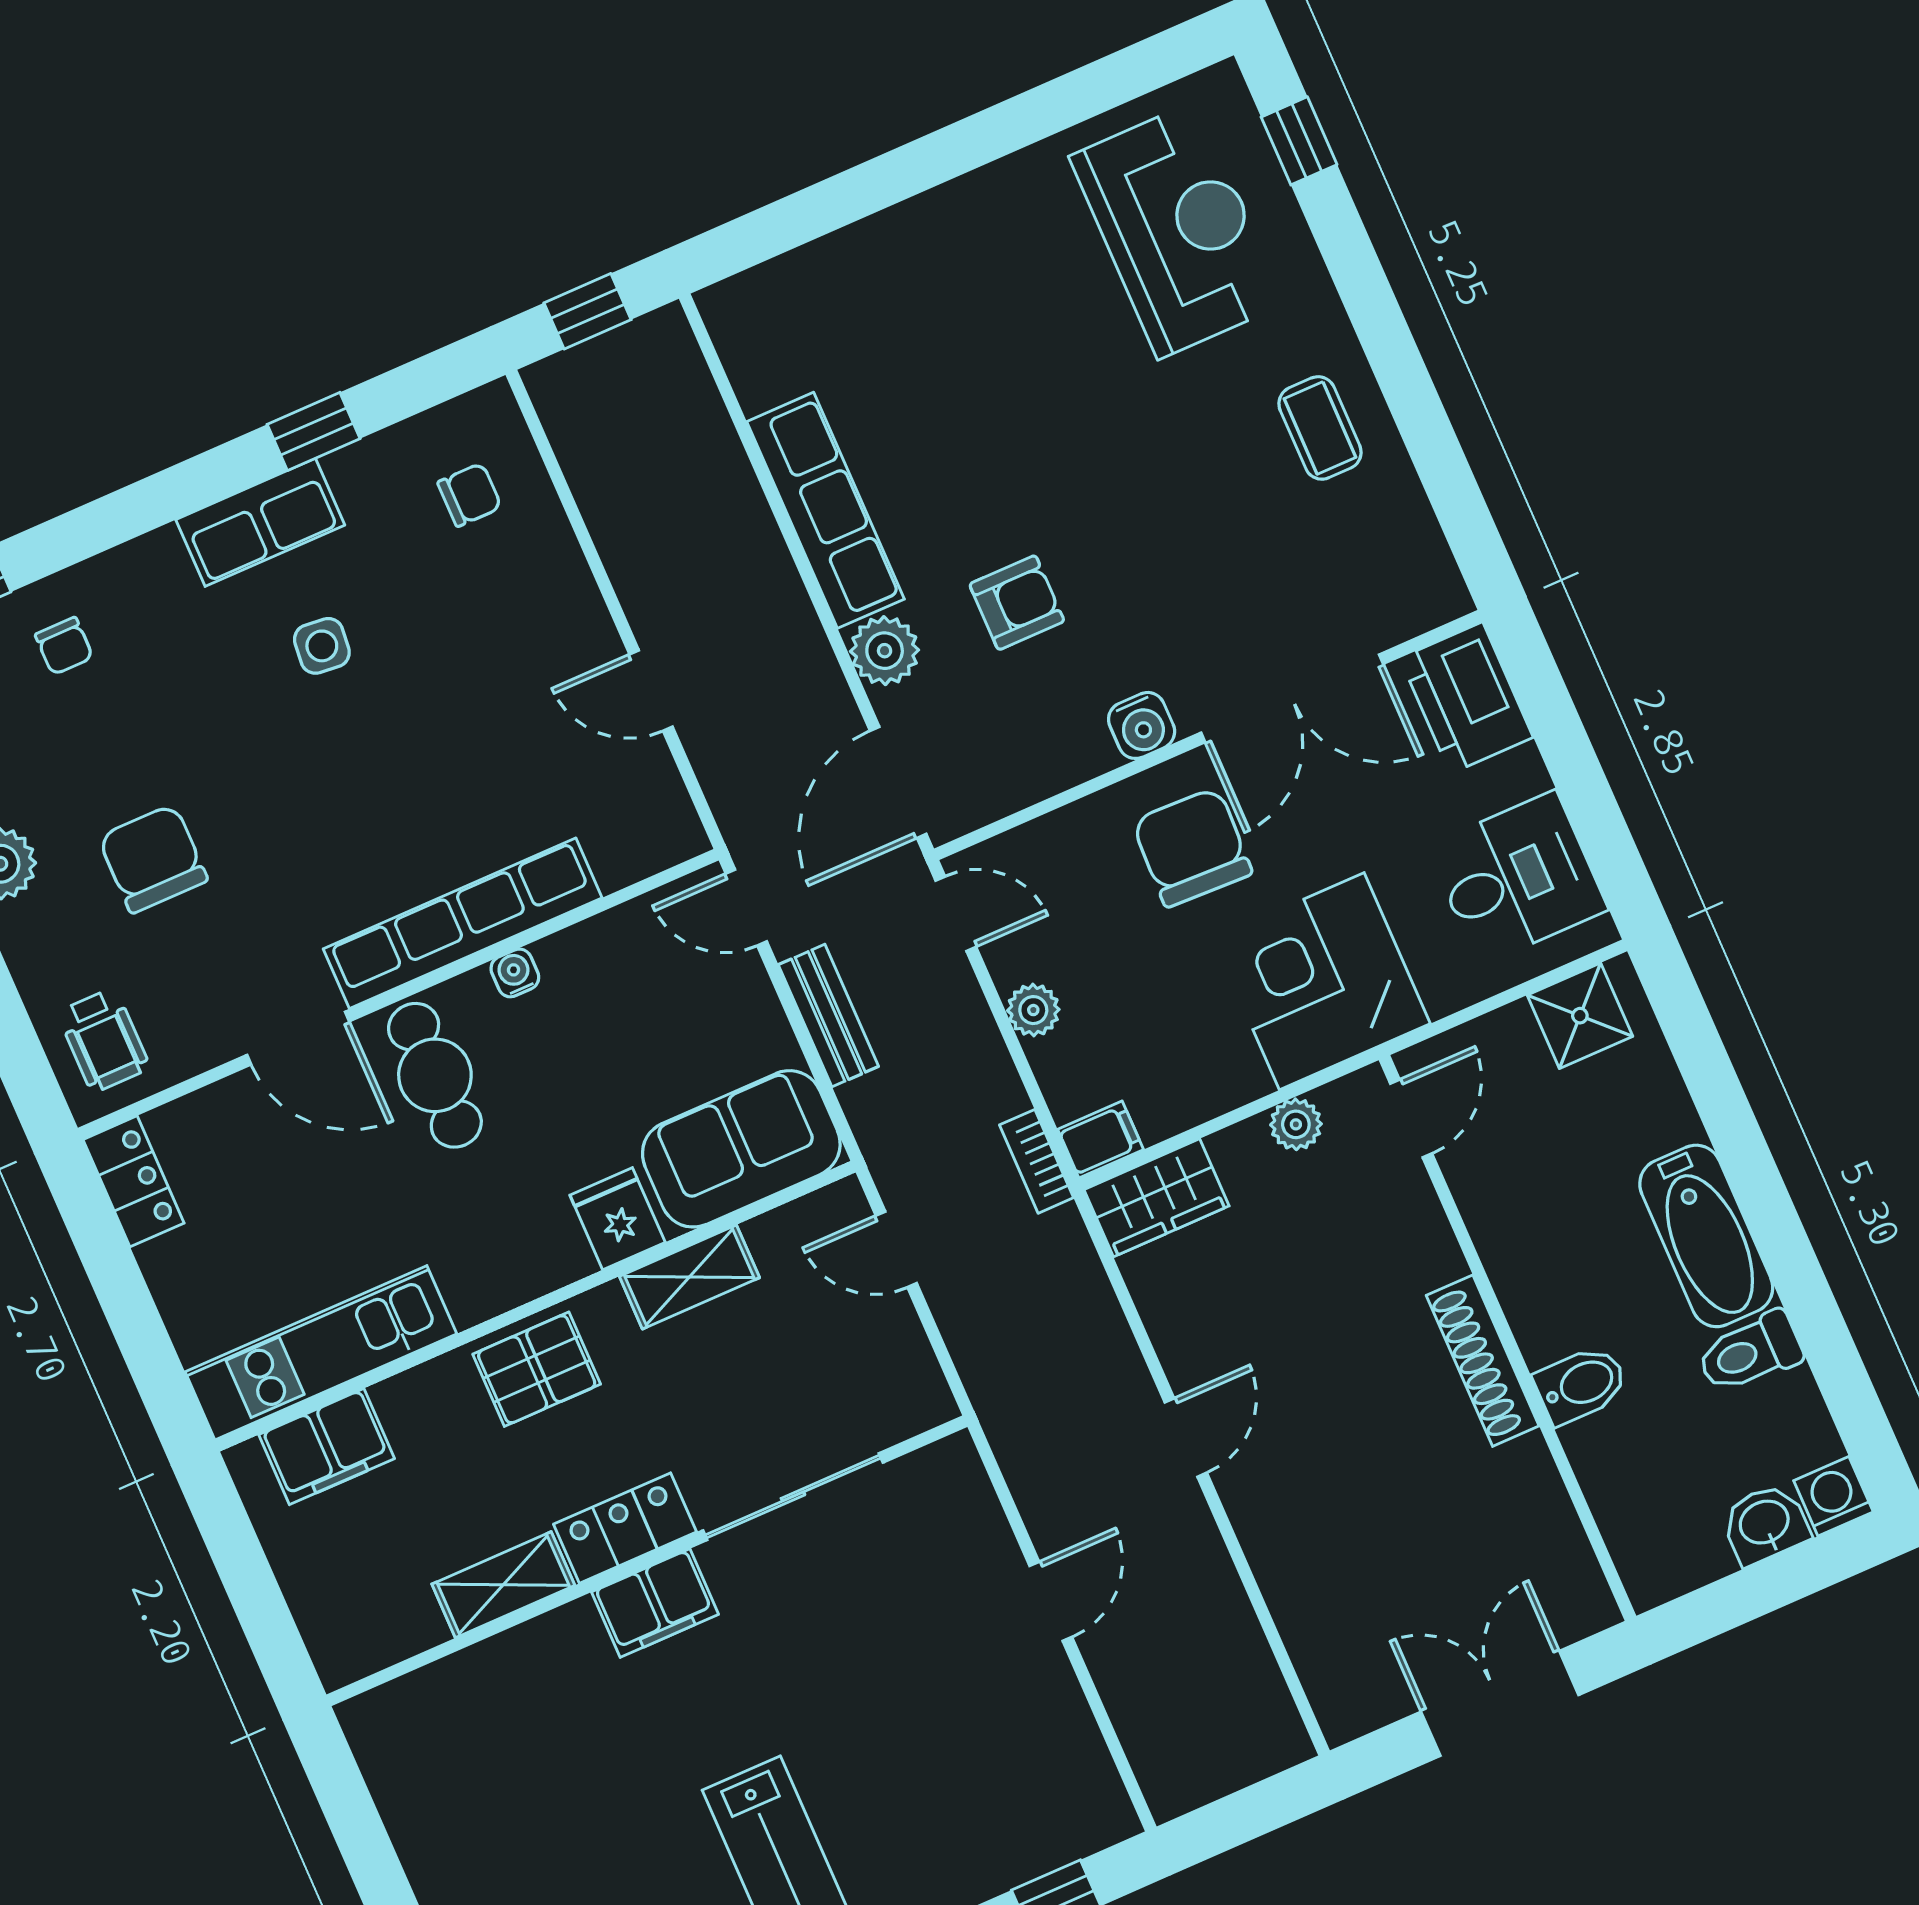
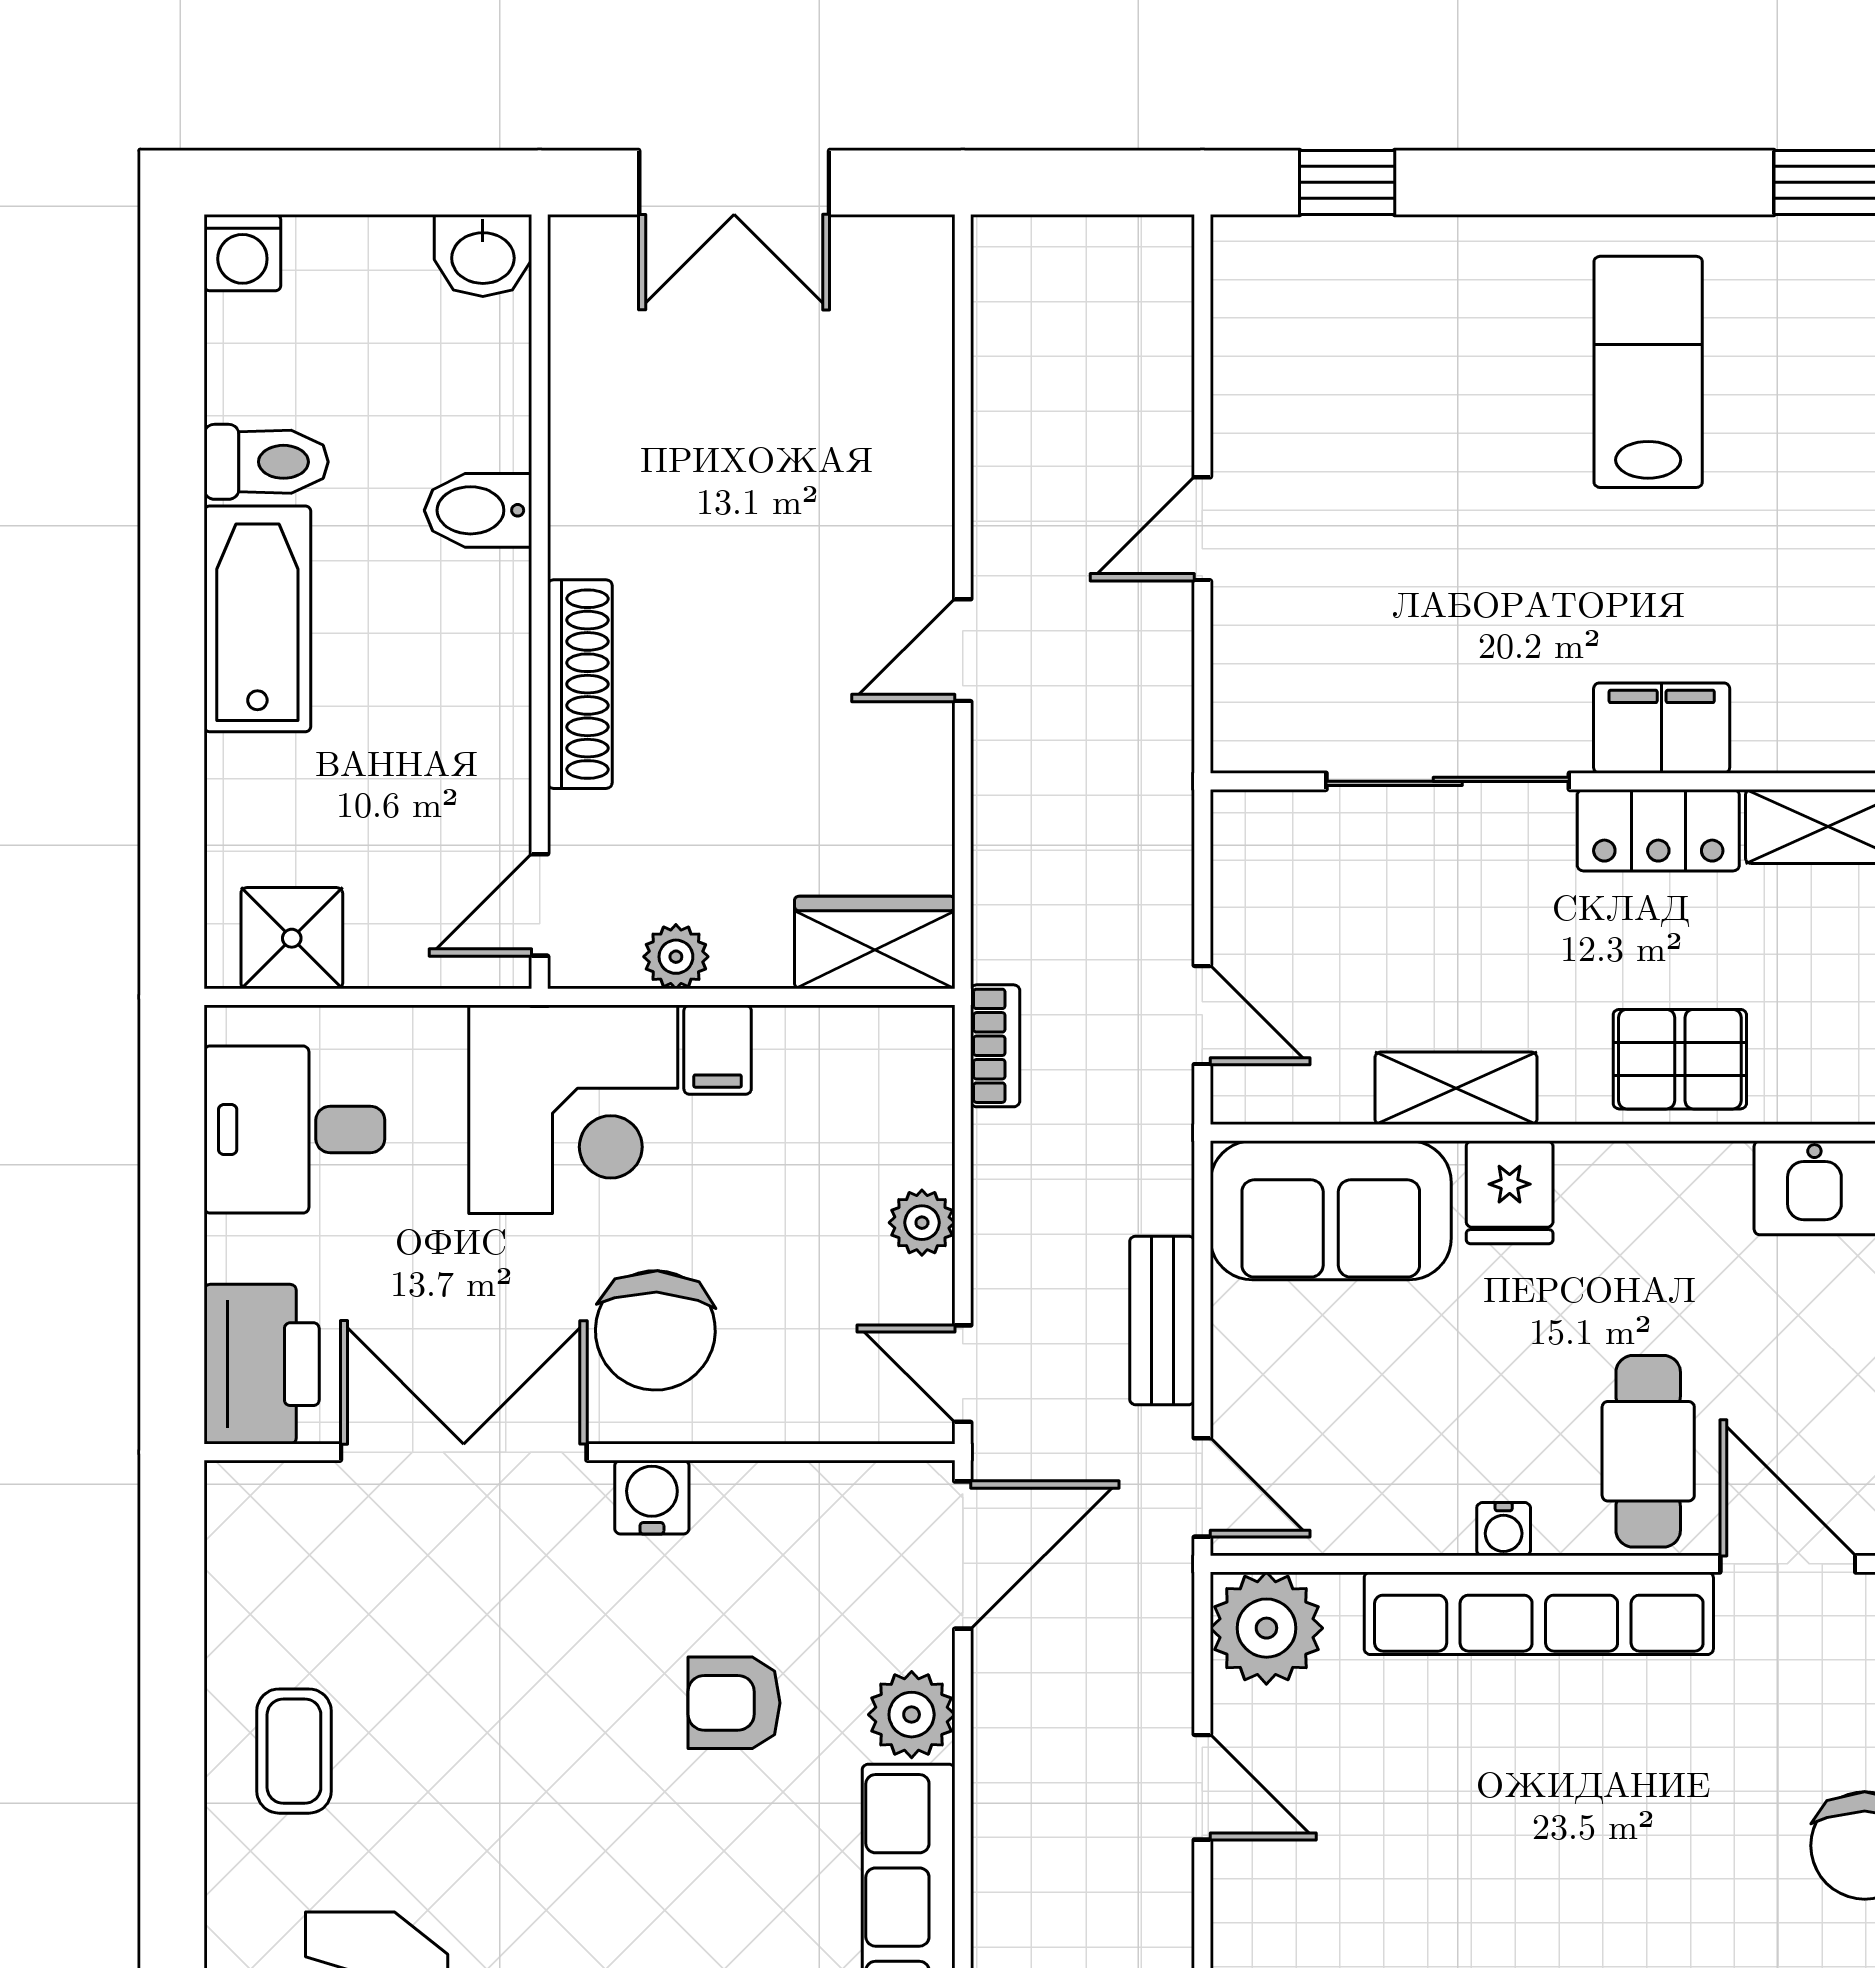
plant: (655, 826) -> (1266, 1628), added
filing cabinet: (1100, 1140) -> (718, 1050), moved, turned -90
shoe rack: (1483, 1361) -> (580, 684), moved
washbasin: (1765, 1524) -> (483, 256), moved

